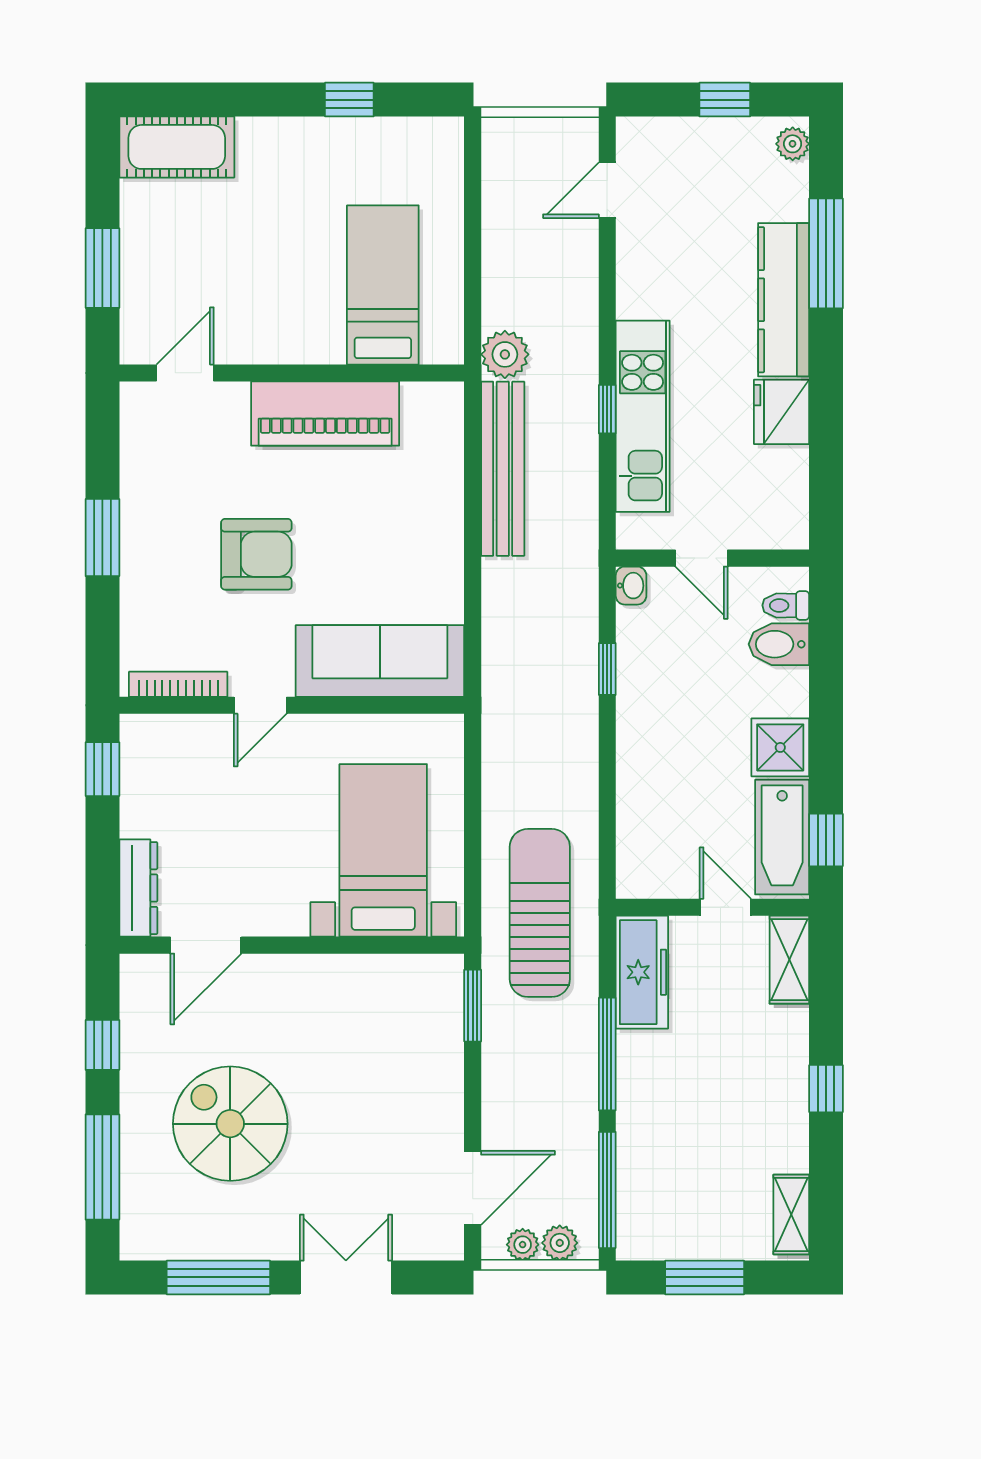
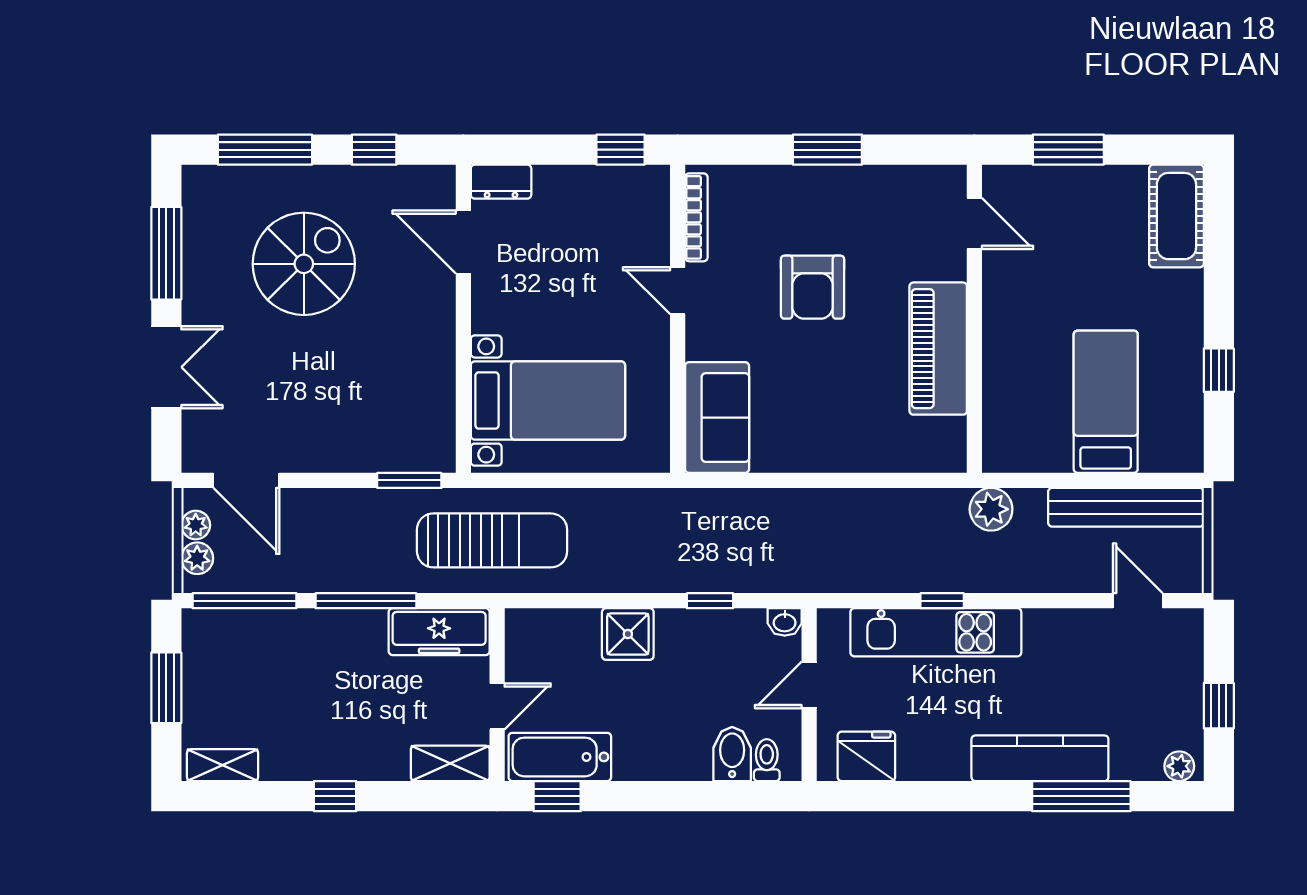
bed: (383, 285) -> (1106, 402), moved, turned -90
fridge: (781, 412) -> (866, 756), moved
bench: (503, 469) -> (1126, 507), moved
sofa: (380, 661) -> (717, 418), width x0.73
shower: (780, 747) -> (628, 634), moved
dresser: (138, 888) -> (501, 182), width x0.70

